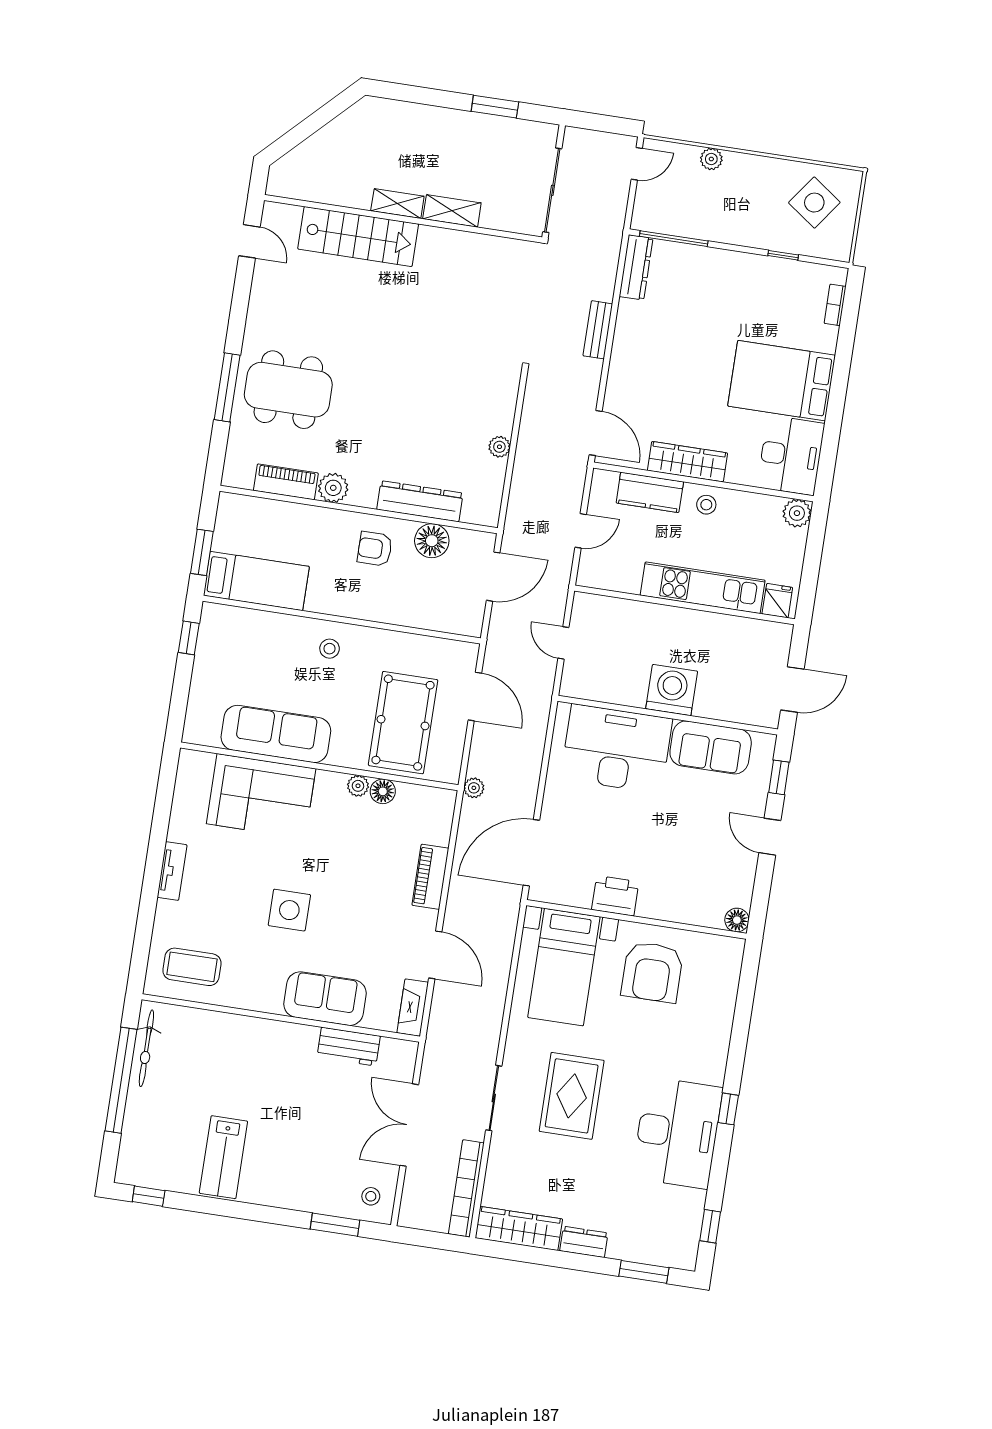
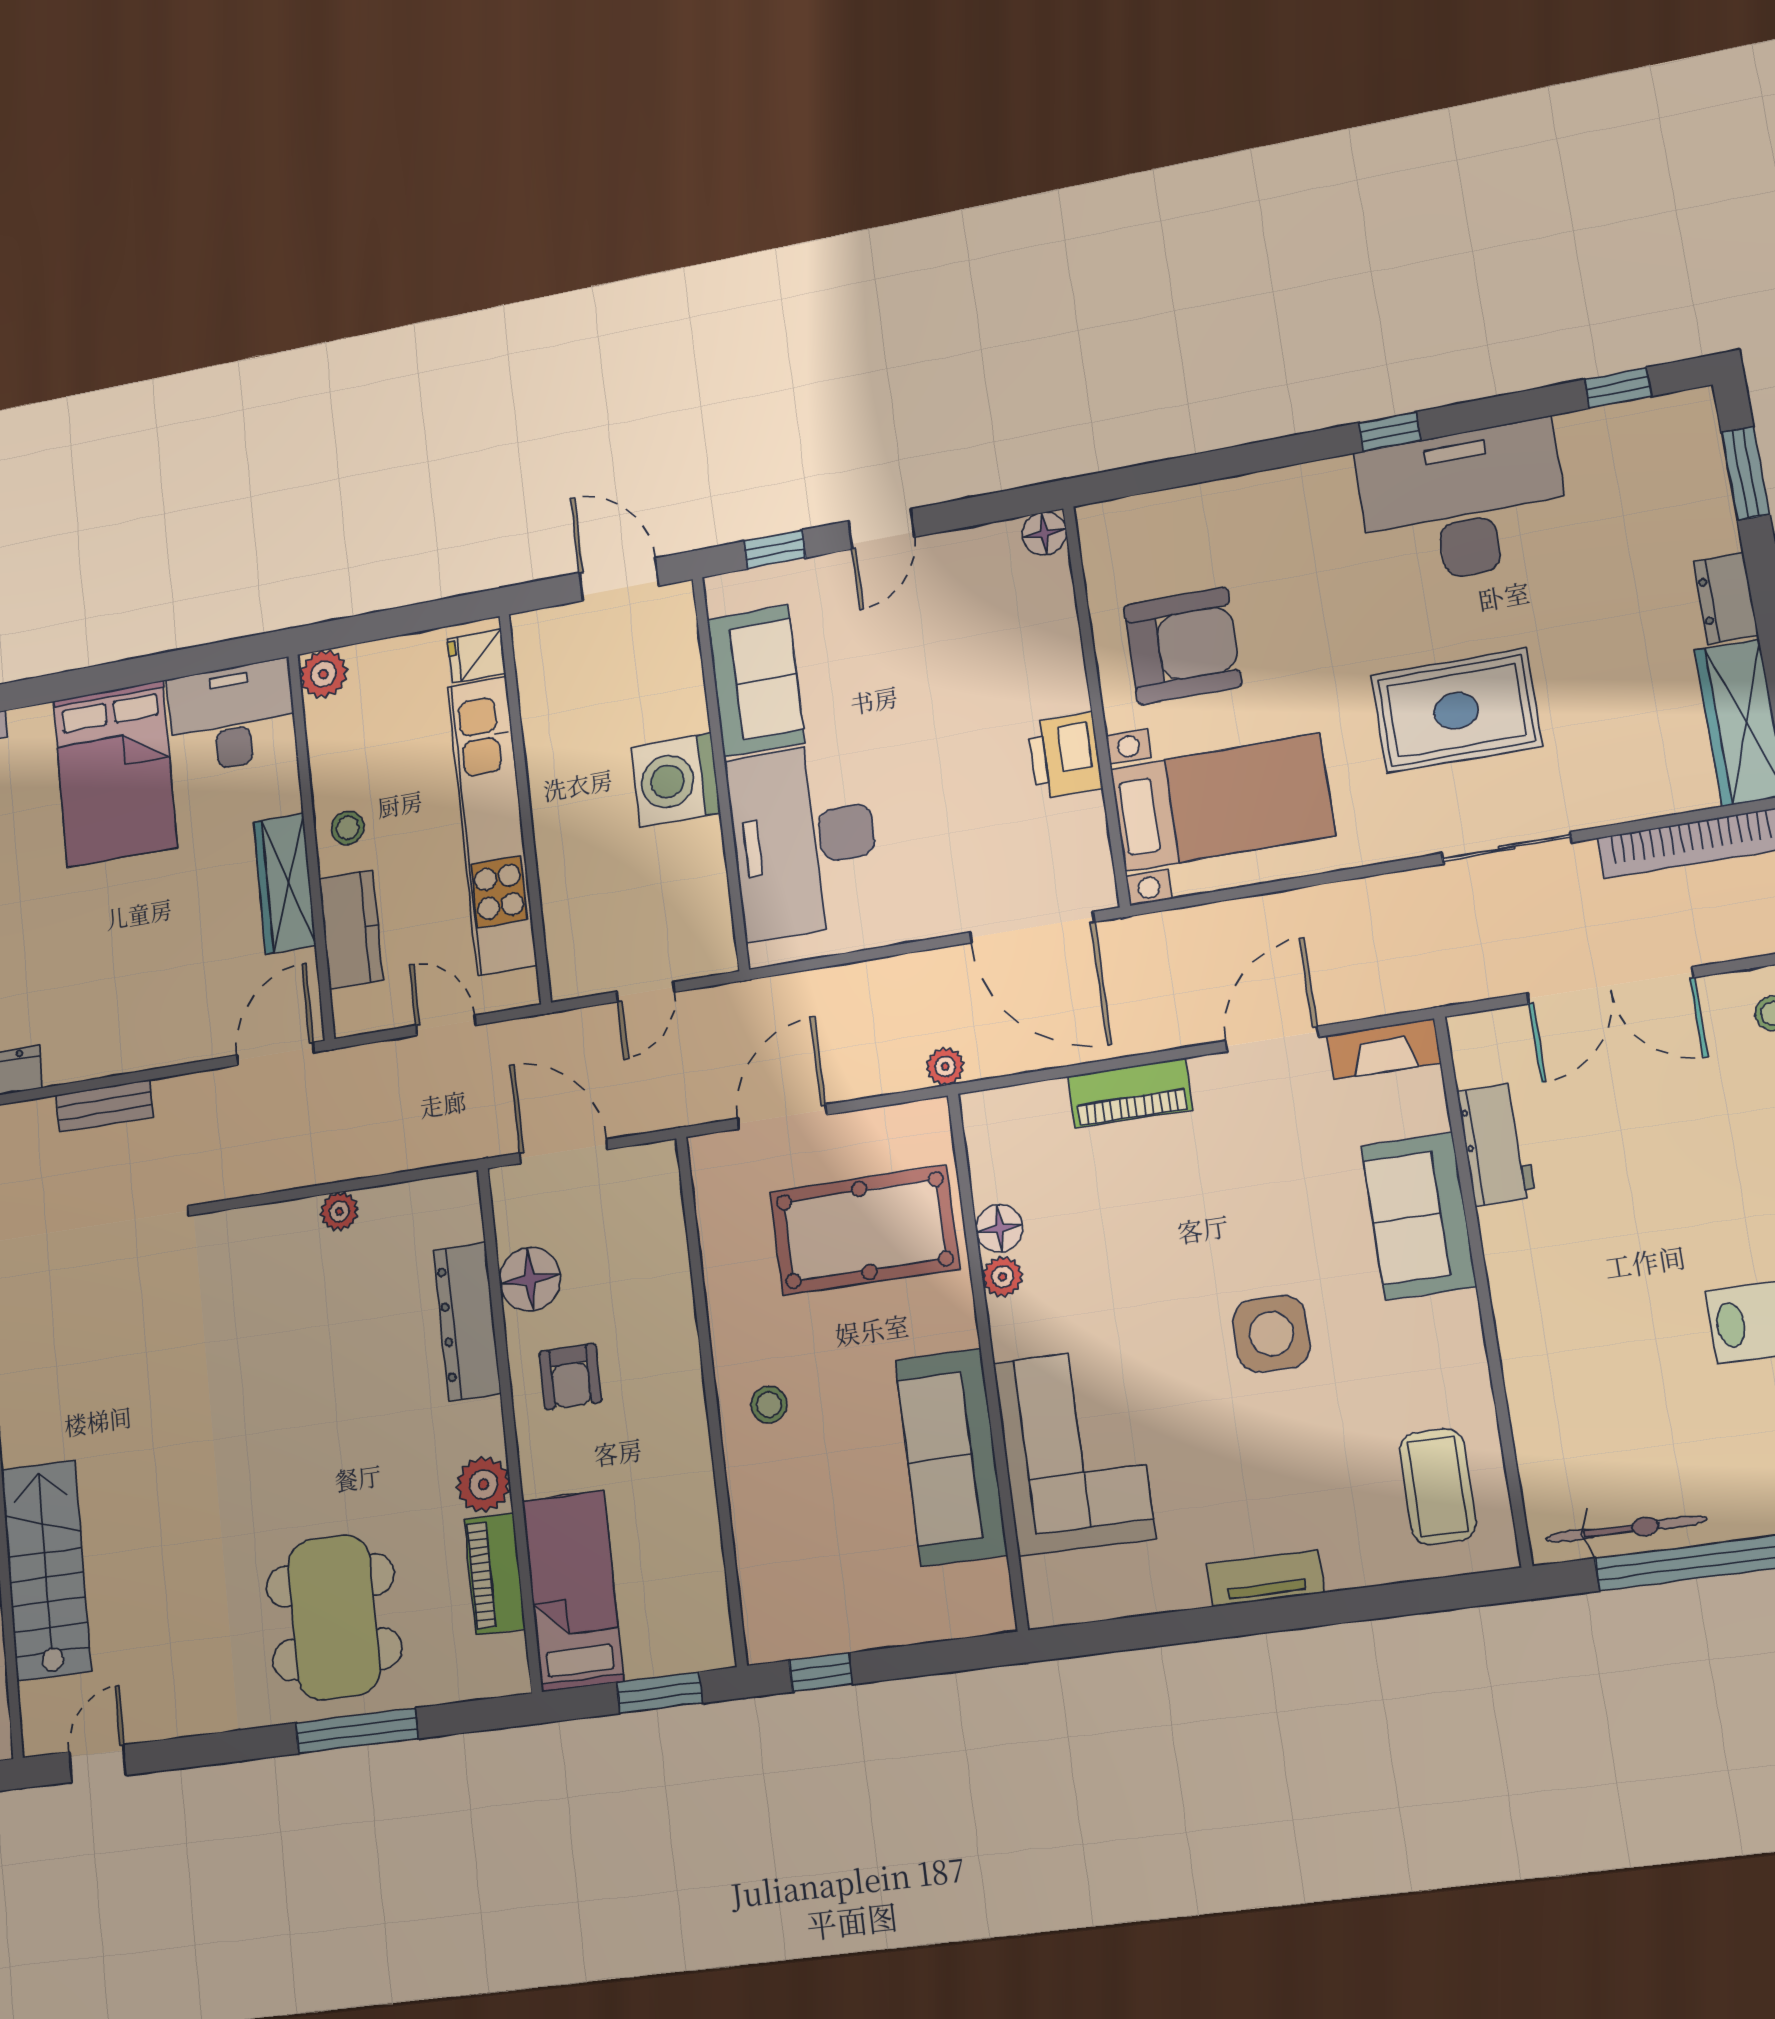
bed: (256, 581) -> (573, 1591), moved
kitchen unit: (703, 588) -> (492, 825), width x1.36

